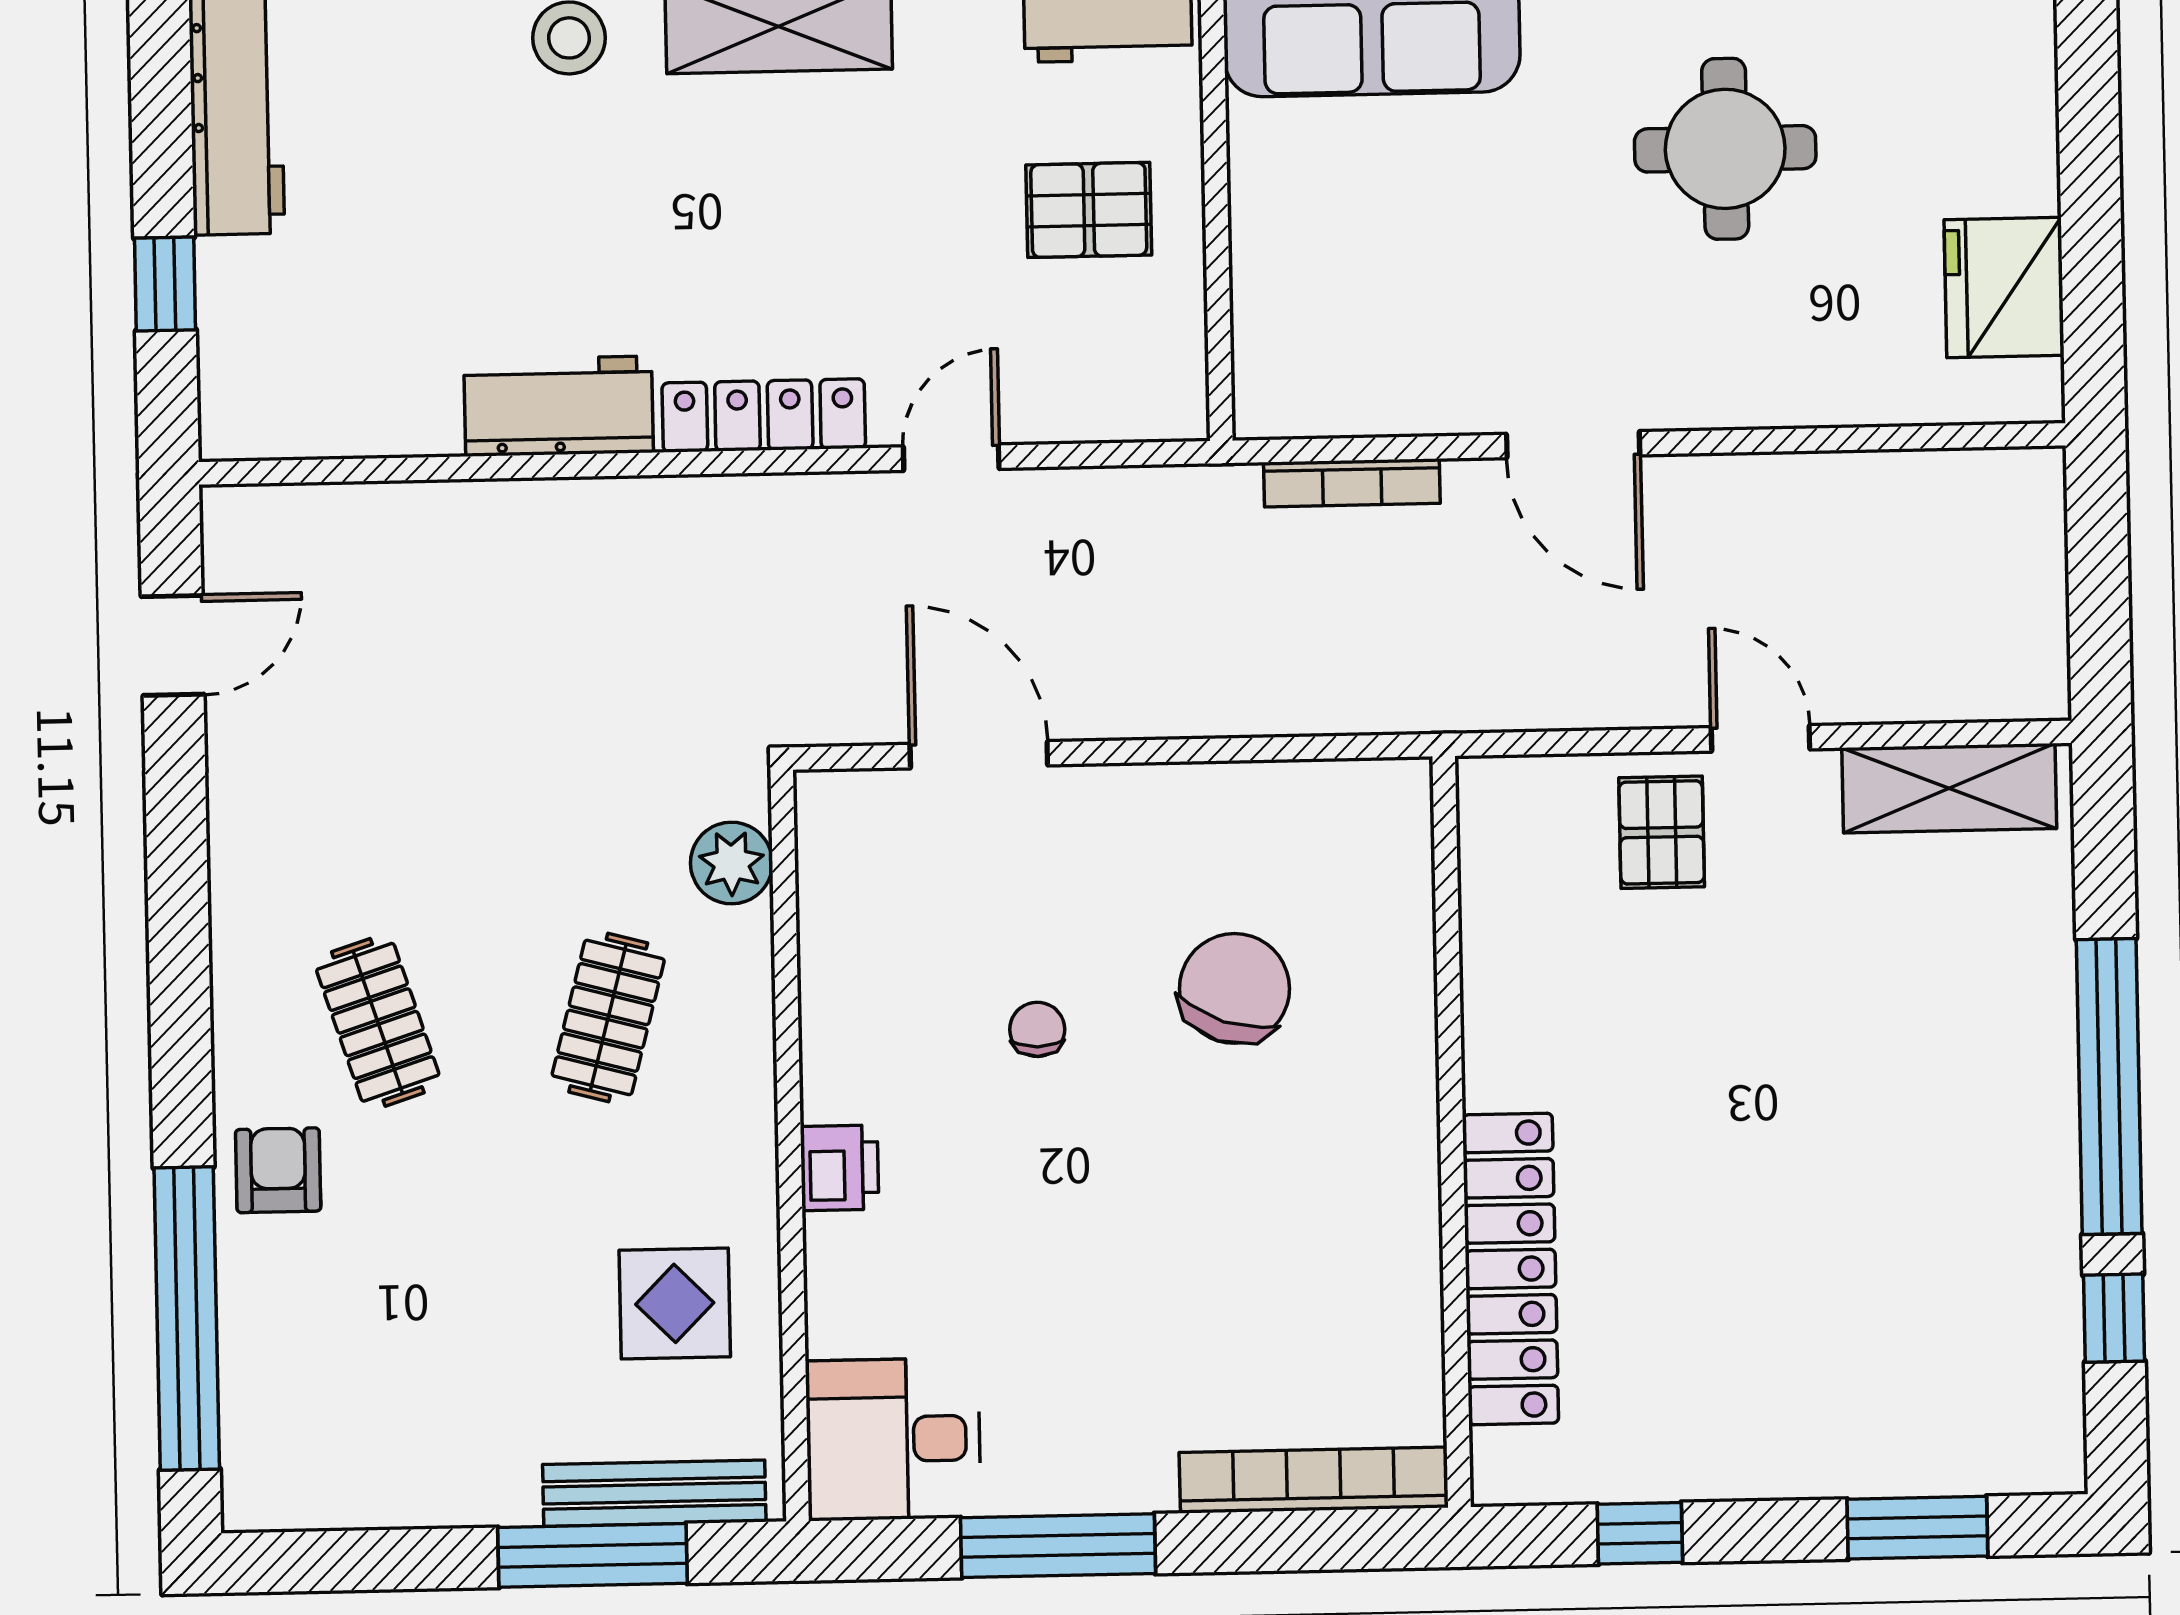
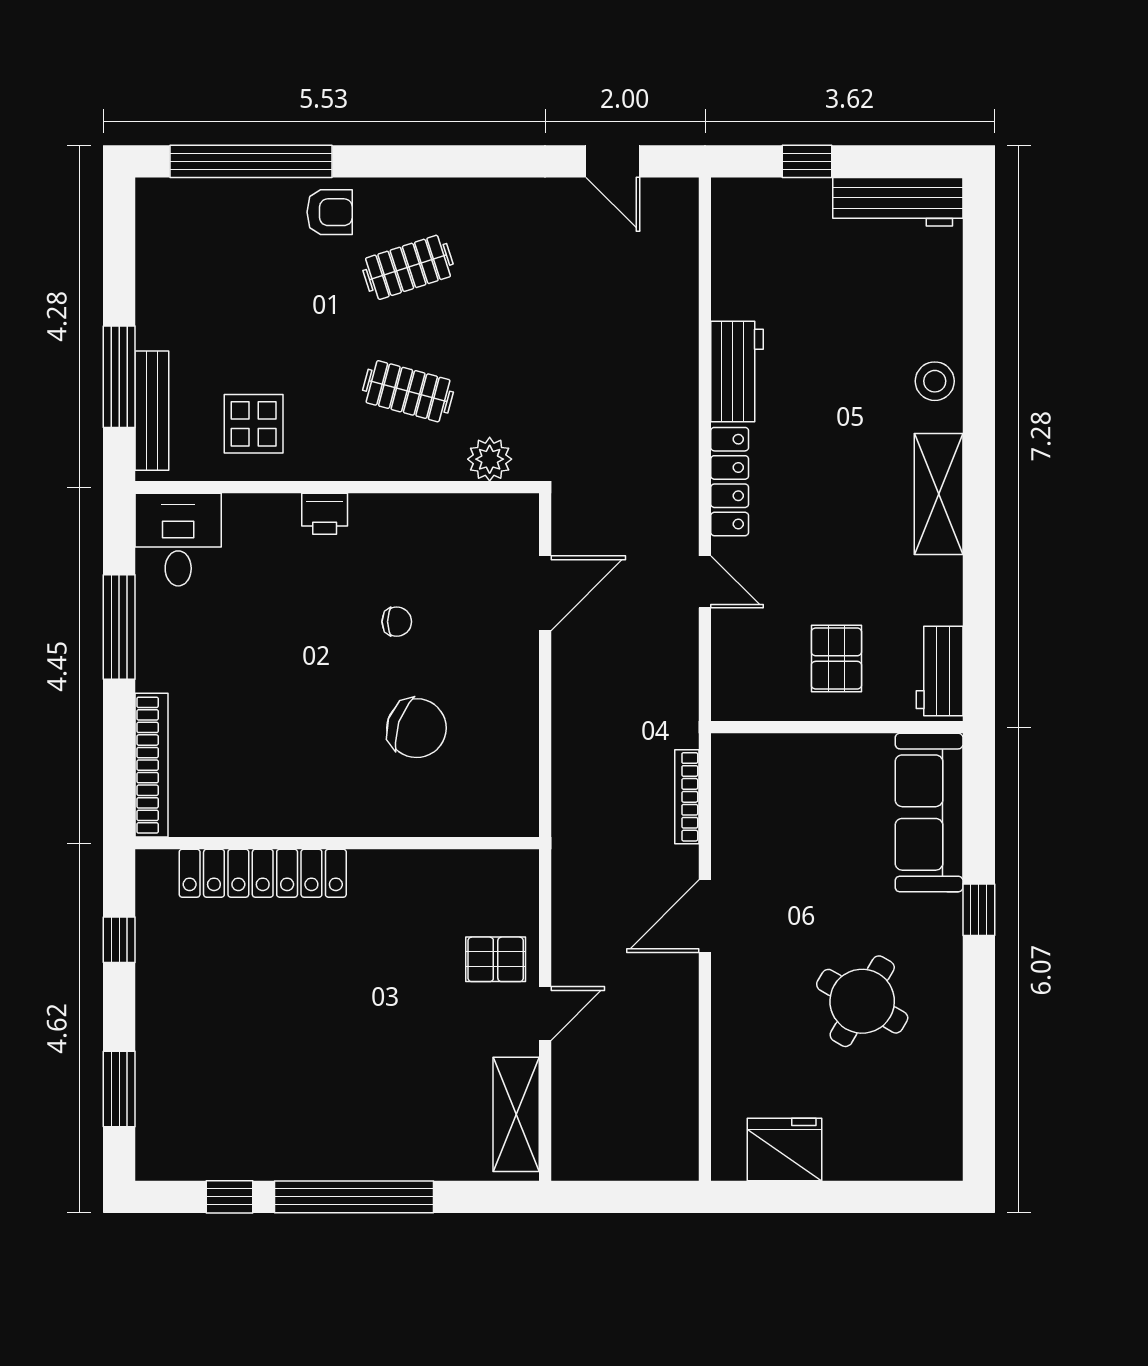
round table: (1725, 149) -> (862, 1001), turned 30

